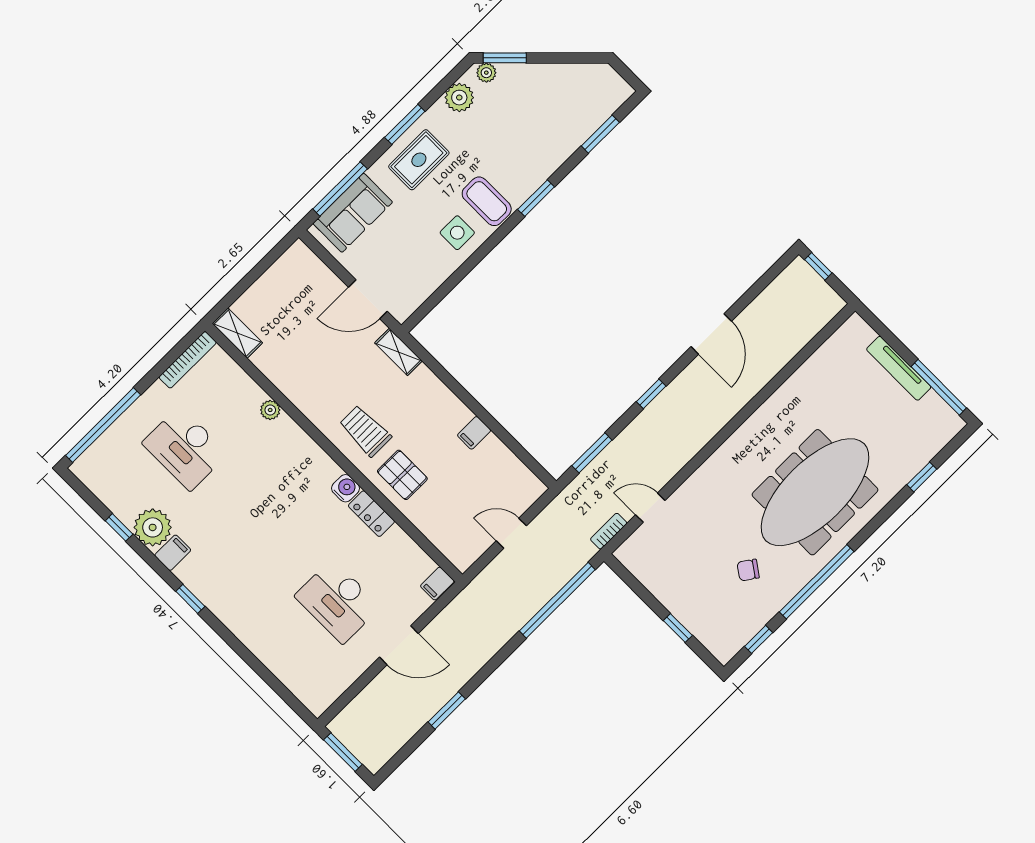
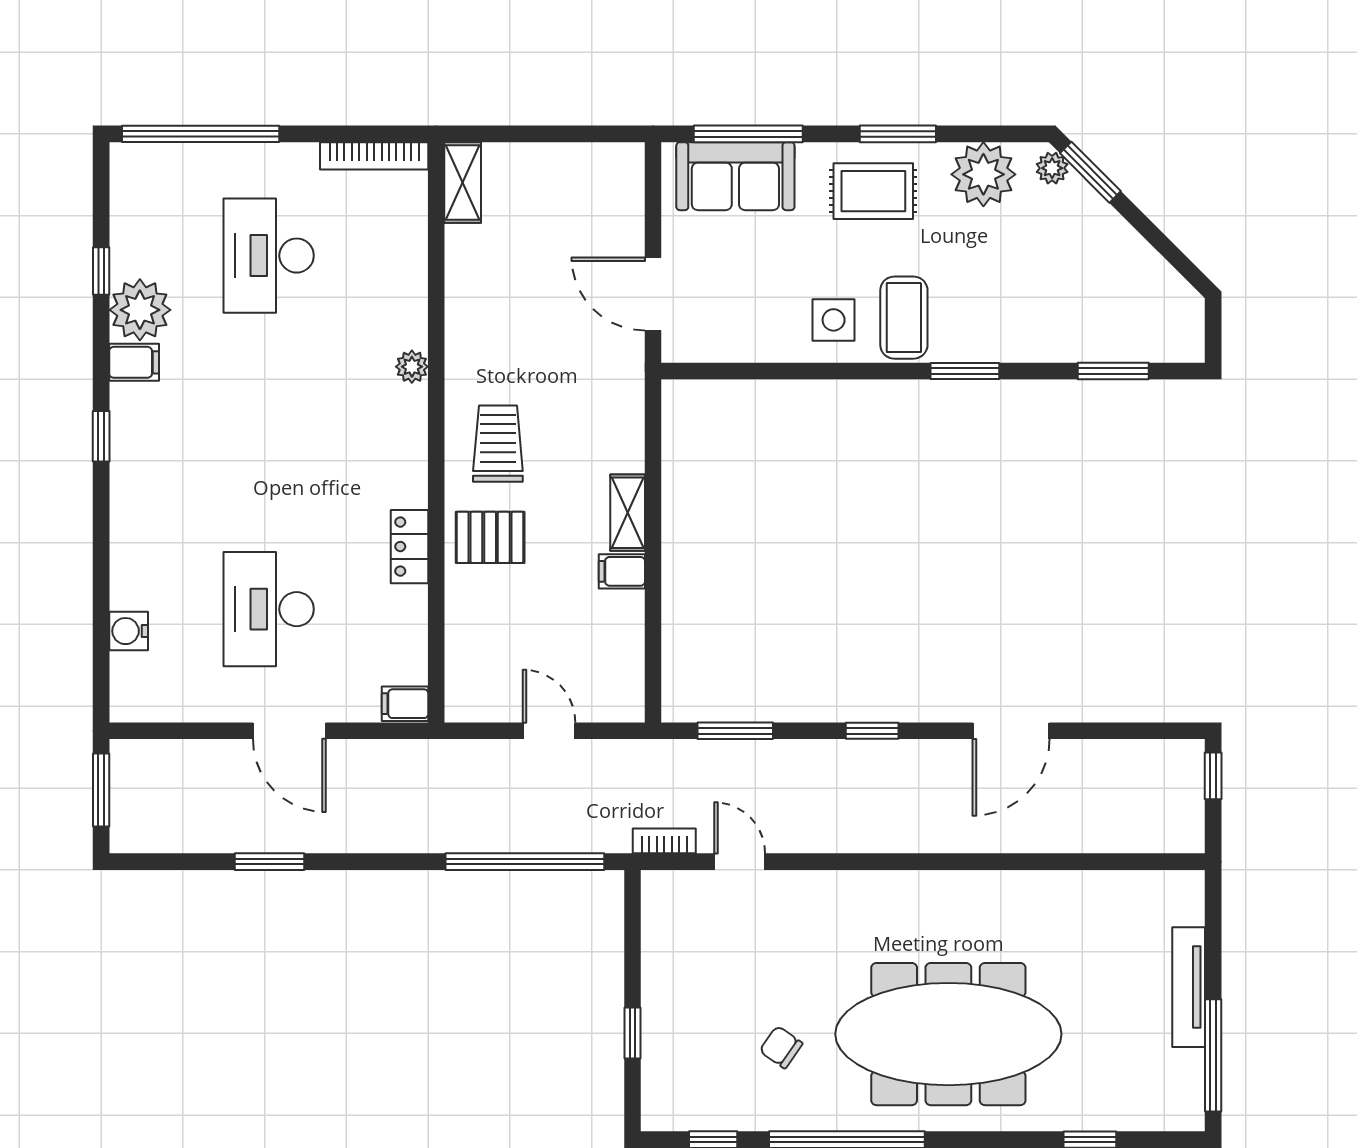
plant: (459, 98) -> (983, 174), width x1.36, depth x1.36
shelving: (398, 352) -> (628, 513), moved
plant: (270, 410) -> (412, 367), moved
pallet: (402, 475) -> (490, 537), turned 90
water cooler: (346, 488) -> (129, 631), moved, turned 180

